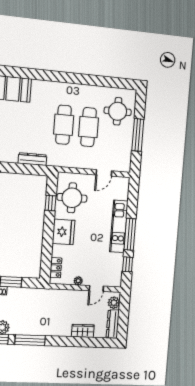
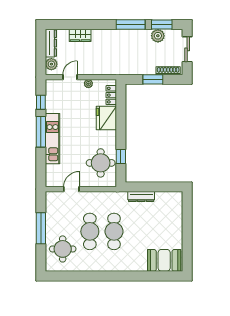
fridge: (64, 232) -> (106, 118), moved

